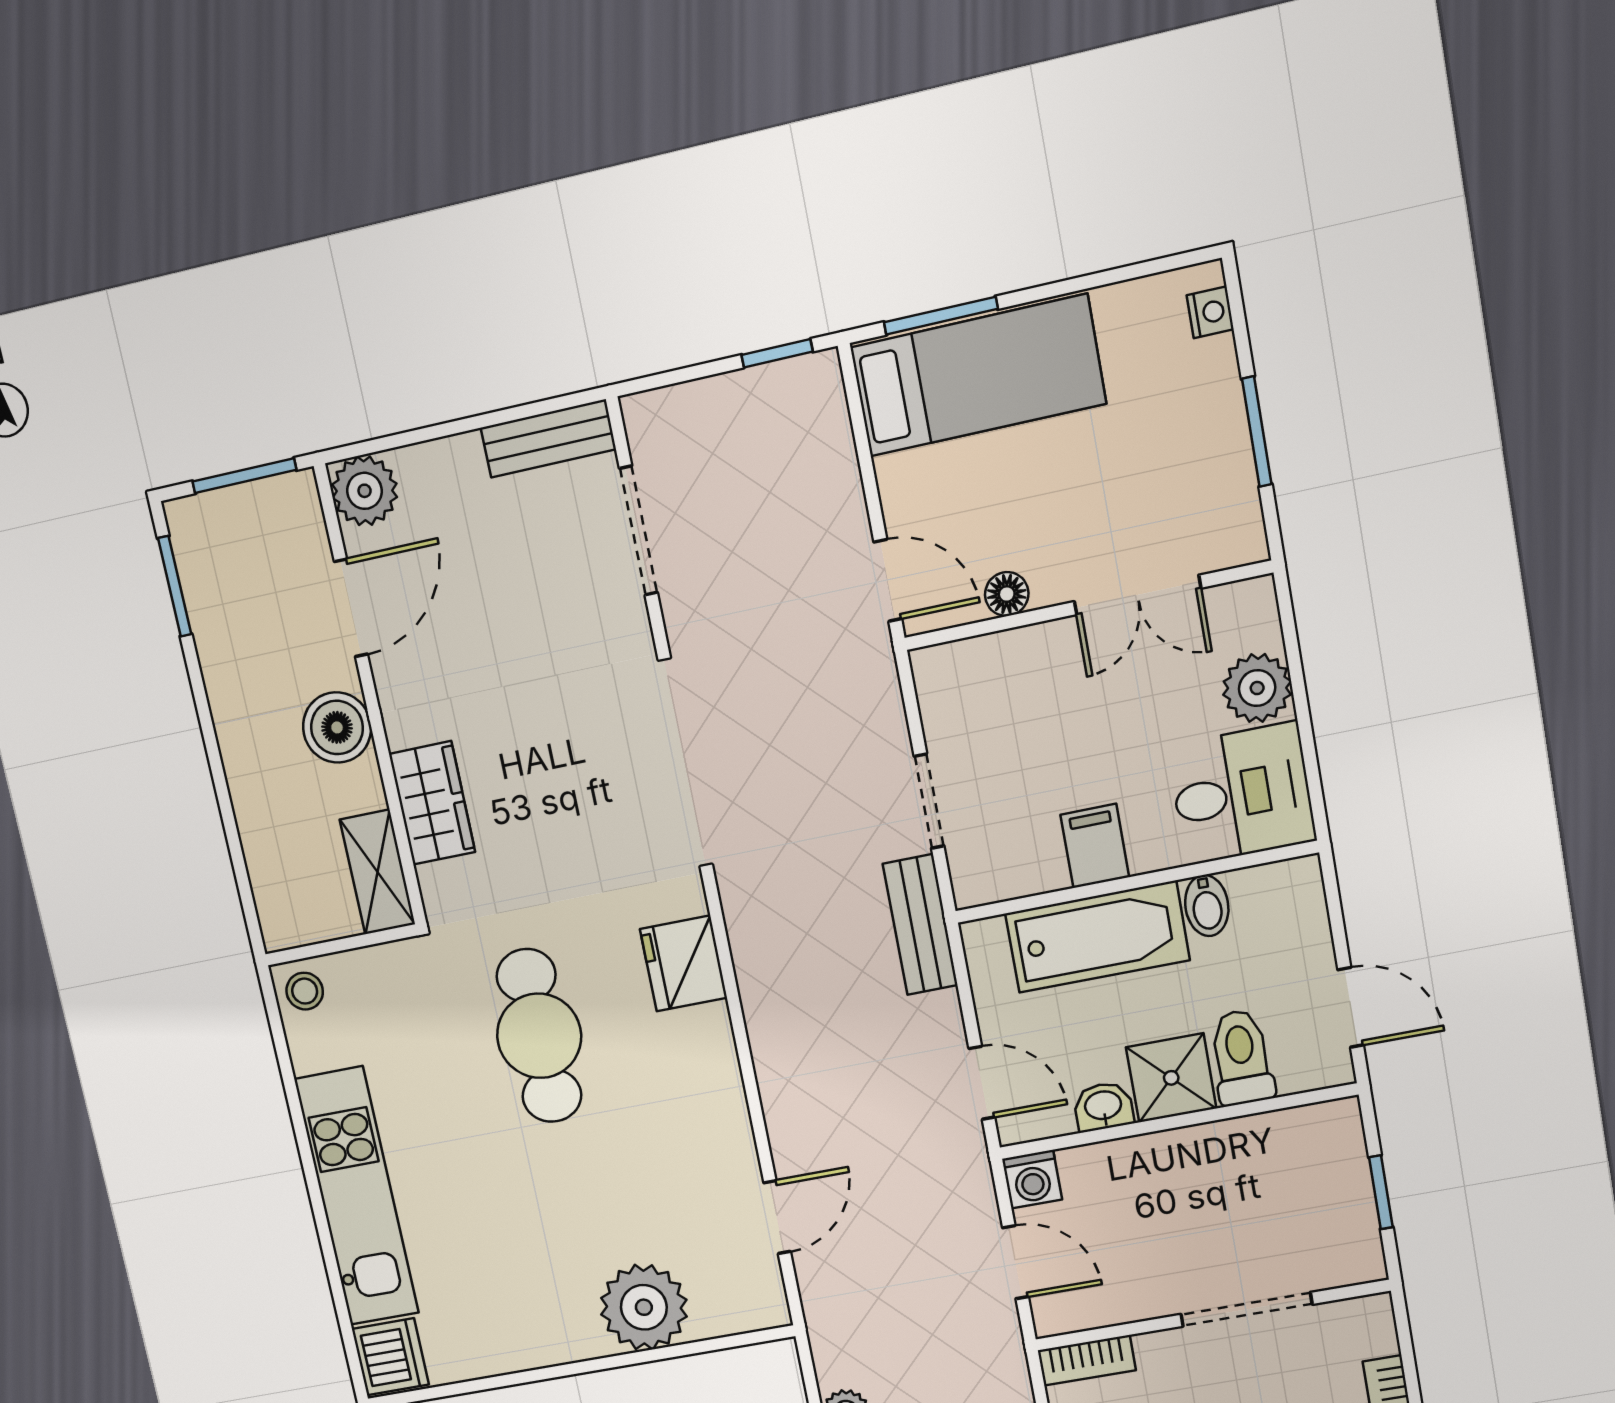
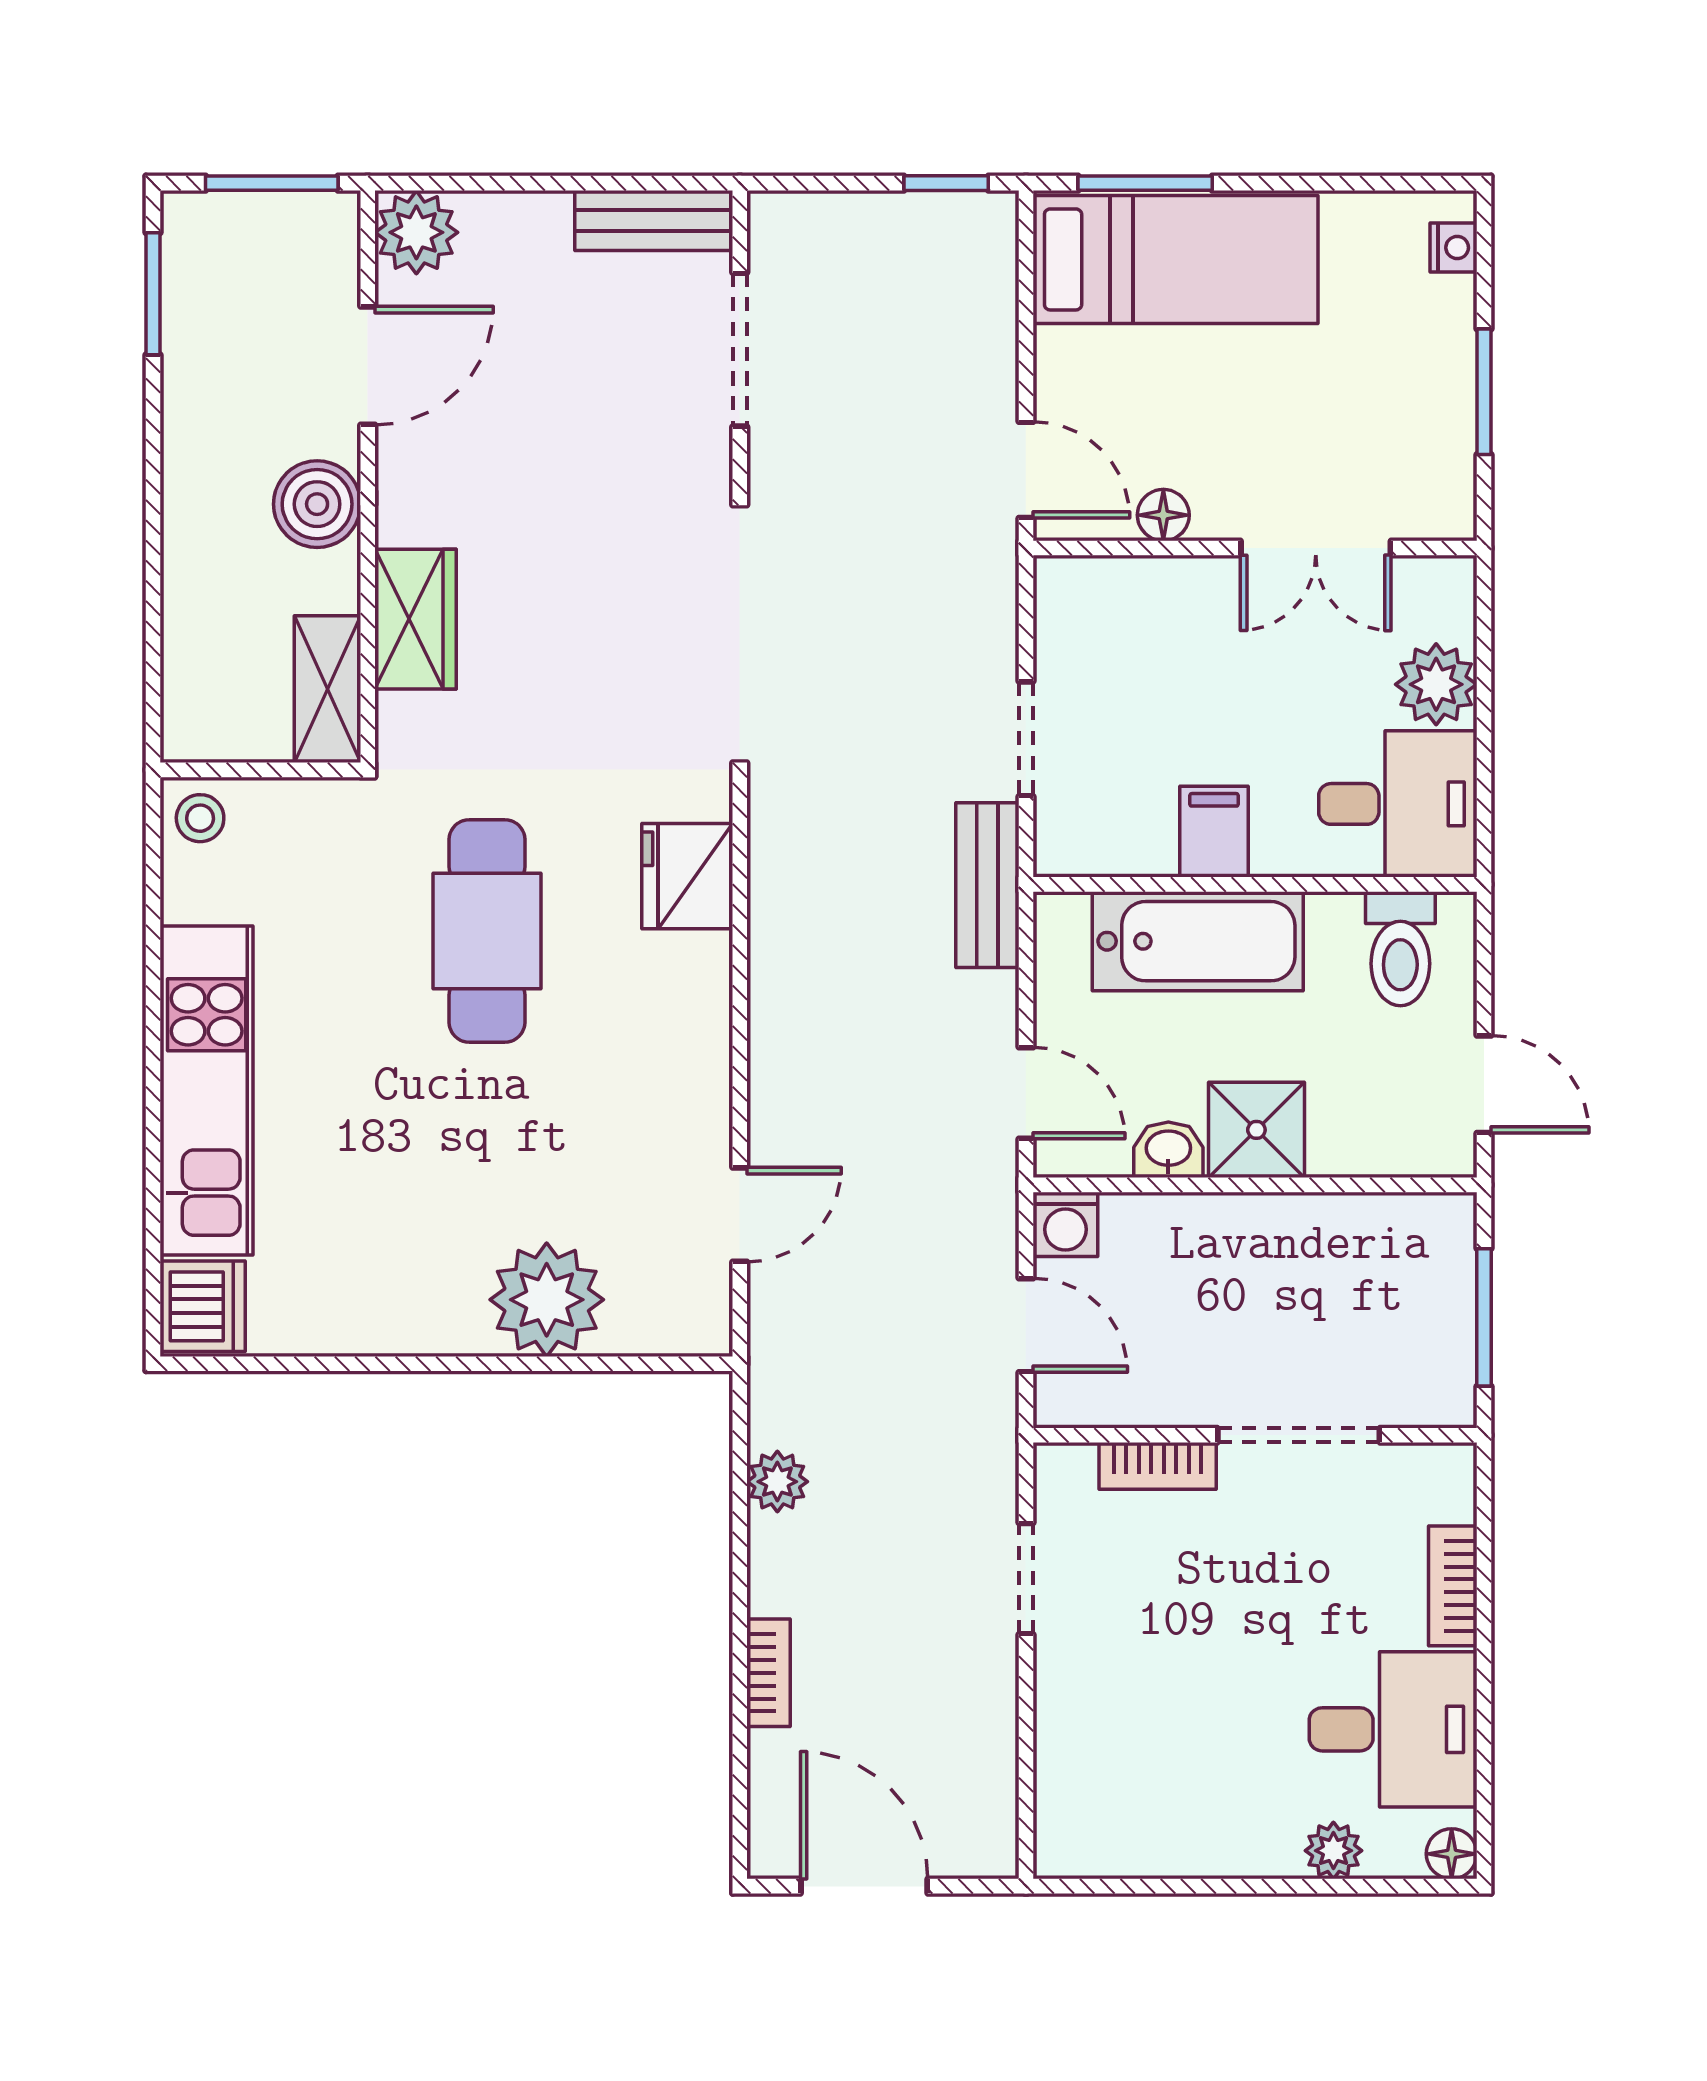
bidet: (1207, 906) -> (1334, 929), removed
toilet: (1241, 1057) -> (1400, 949), moved, turned 180
window: (1381, 1192) -> (1484, 1317), width x1.50
bookcase: (1087, 1360) -> (1158, 1466), moved

